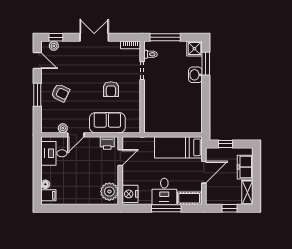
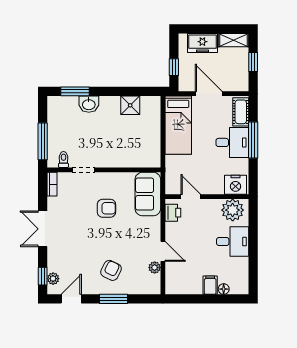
shower: (194, 49) -> (130, 105), moved
sofa: (107, 123) -> (148, 194), moved
desk: (54, 153) -> (233, 242), moved, turned -90
filing cabinet: (48, 195) -> (210, 285), moved

